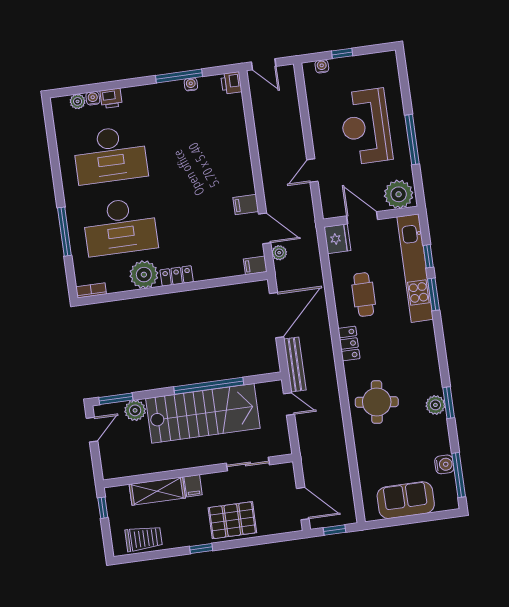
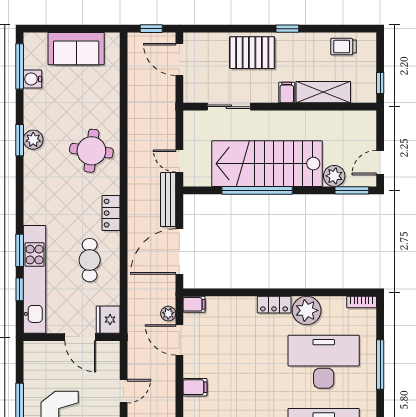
plant: (399, 194) -> (41, 355), removed
filing cabinet: (246, 204) -> (195, 387), moved
trolley: (144, 539) -> (343, 47), width x0.73, depth x0.72

